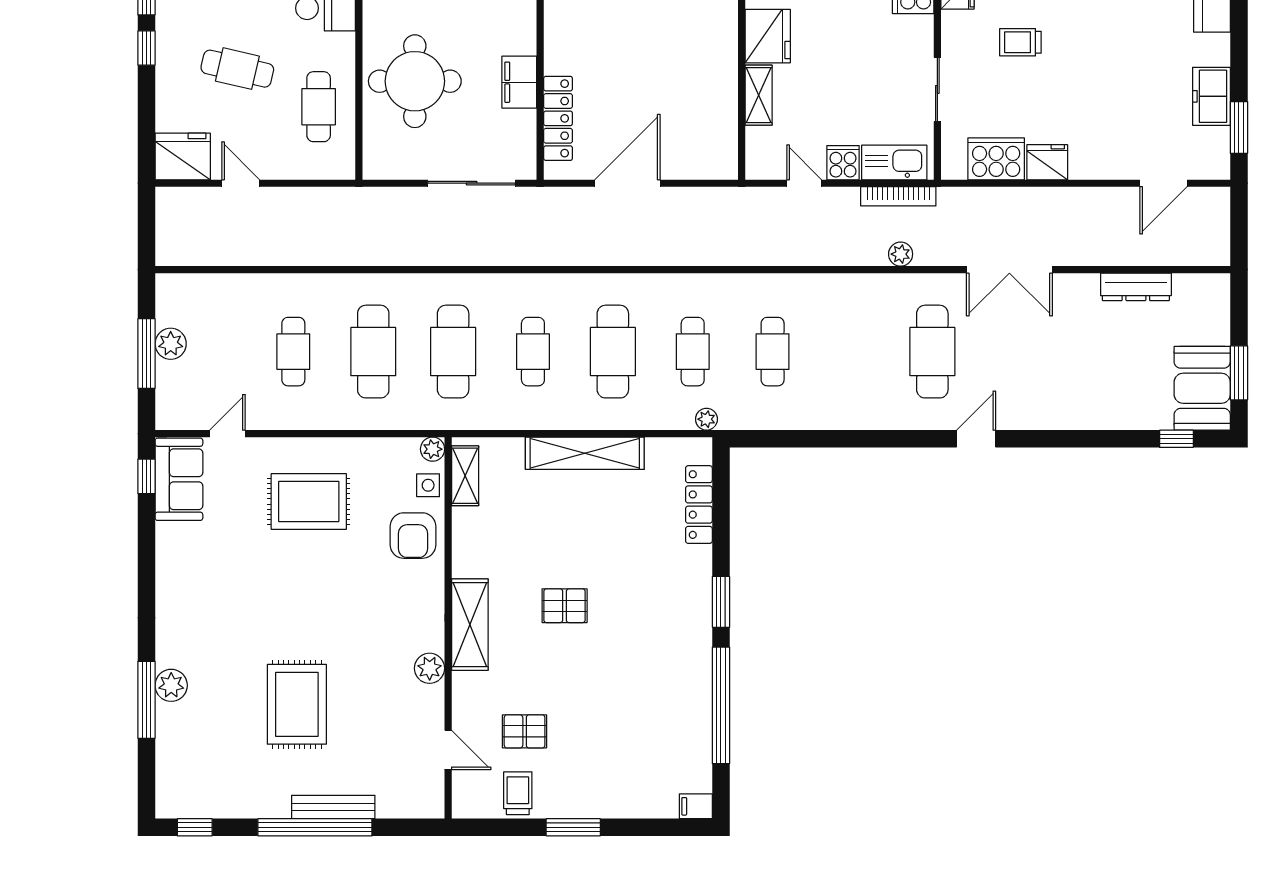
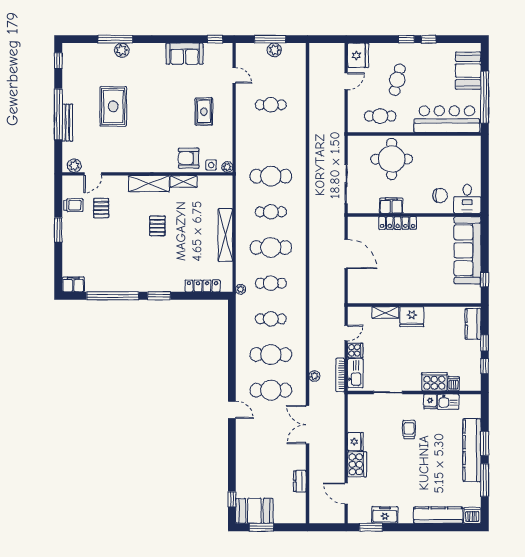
locker: (558, 118) -> (398, 223), moved
cooker: (996, 159) -> (357, 464), moved
dresser: (1136, 287) -> (300, 481), width x0.70
cafe table: (373, 352) -> (271, 355), moved
shelving: (465, 476) -> (184, 181), moved
sofa: (179, 479) -> (185, 54), moved
rug: (309, 501) -> (204, 112), width x0.73, depth x0.70
plant: (430, 668) -> (74, 166), moved
rug: (297, 704) -> (113, 106), turned 90
filing cabinet: (696, 806) -> (73, 285), width x2.00

